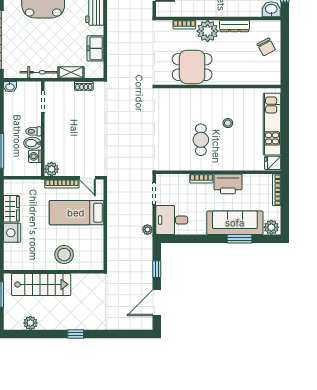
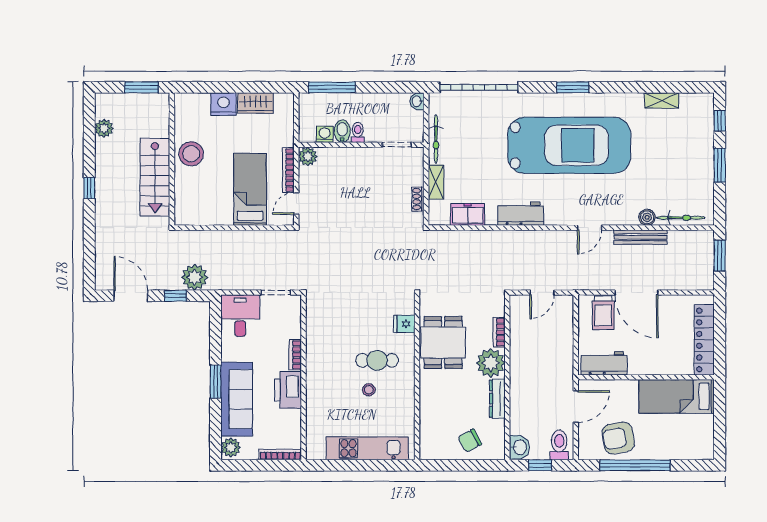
cafe table: (201, 140) -> (377, 360), moved
fridge: (273, 163) -> (404, 324), moved, turned -90
plant: (147, 230) -> (195, 277), moved, width x1.87, depth x1.87
window: (239, 239) -> (215, 382), moved
stool: (64, 255) -> (191, 154), moved
stairs: (41, 284) -> (155, 177), moved

